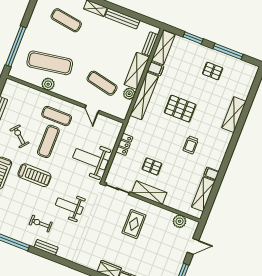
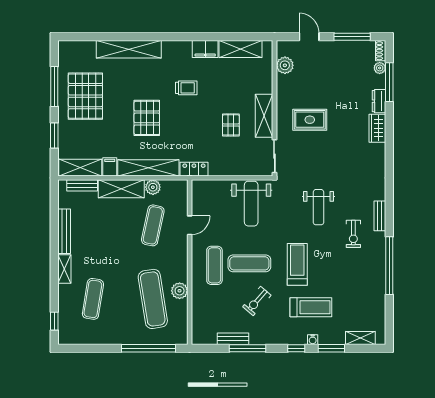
pallet: (213, 71) -> (85, 96), width x2.05, depth x2.00
shelving: (234, 115) -> (129, 49), width x1.47
locker: (124, 144) -> (194, 169), moved
filing cabinet: (211, 174) -> (205, 49), width x2.00

